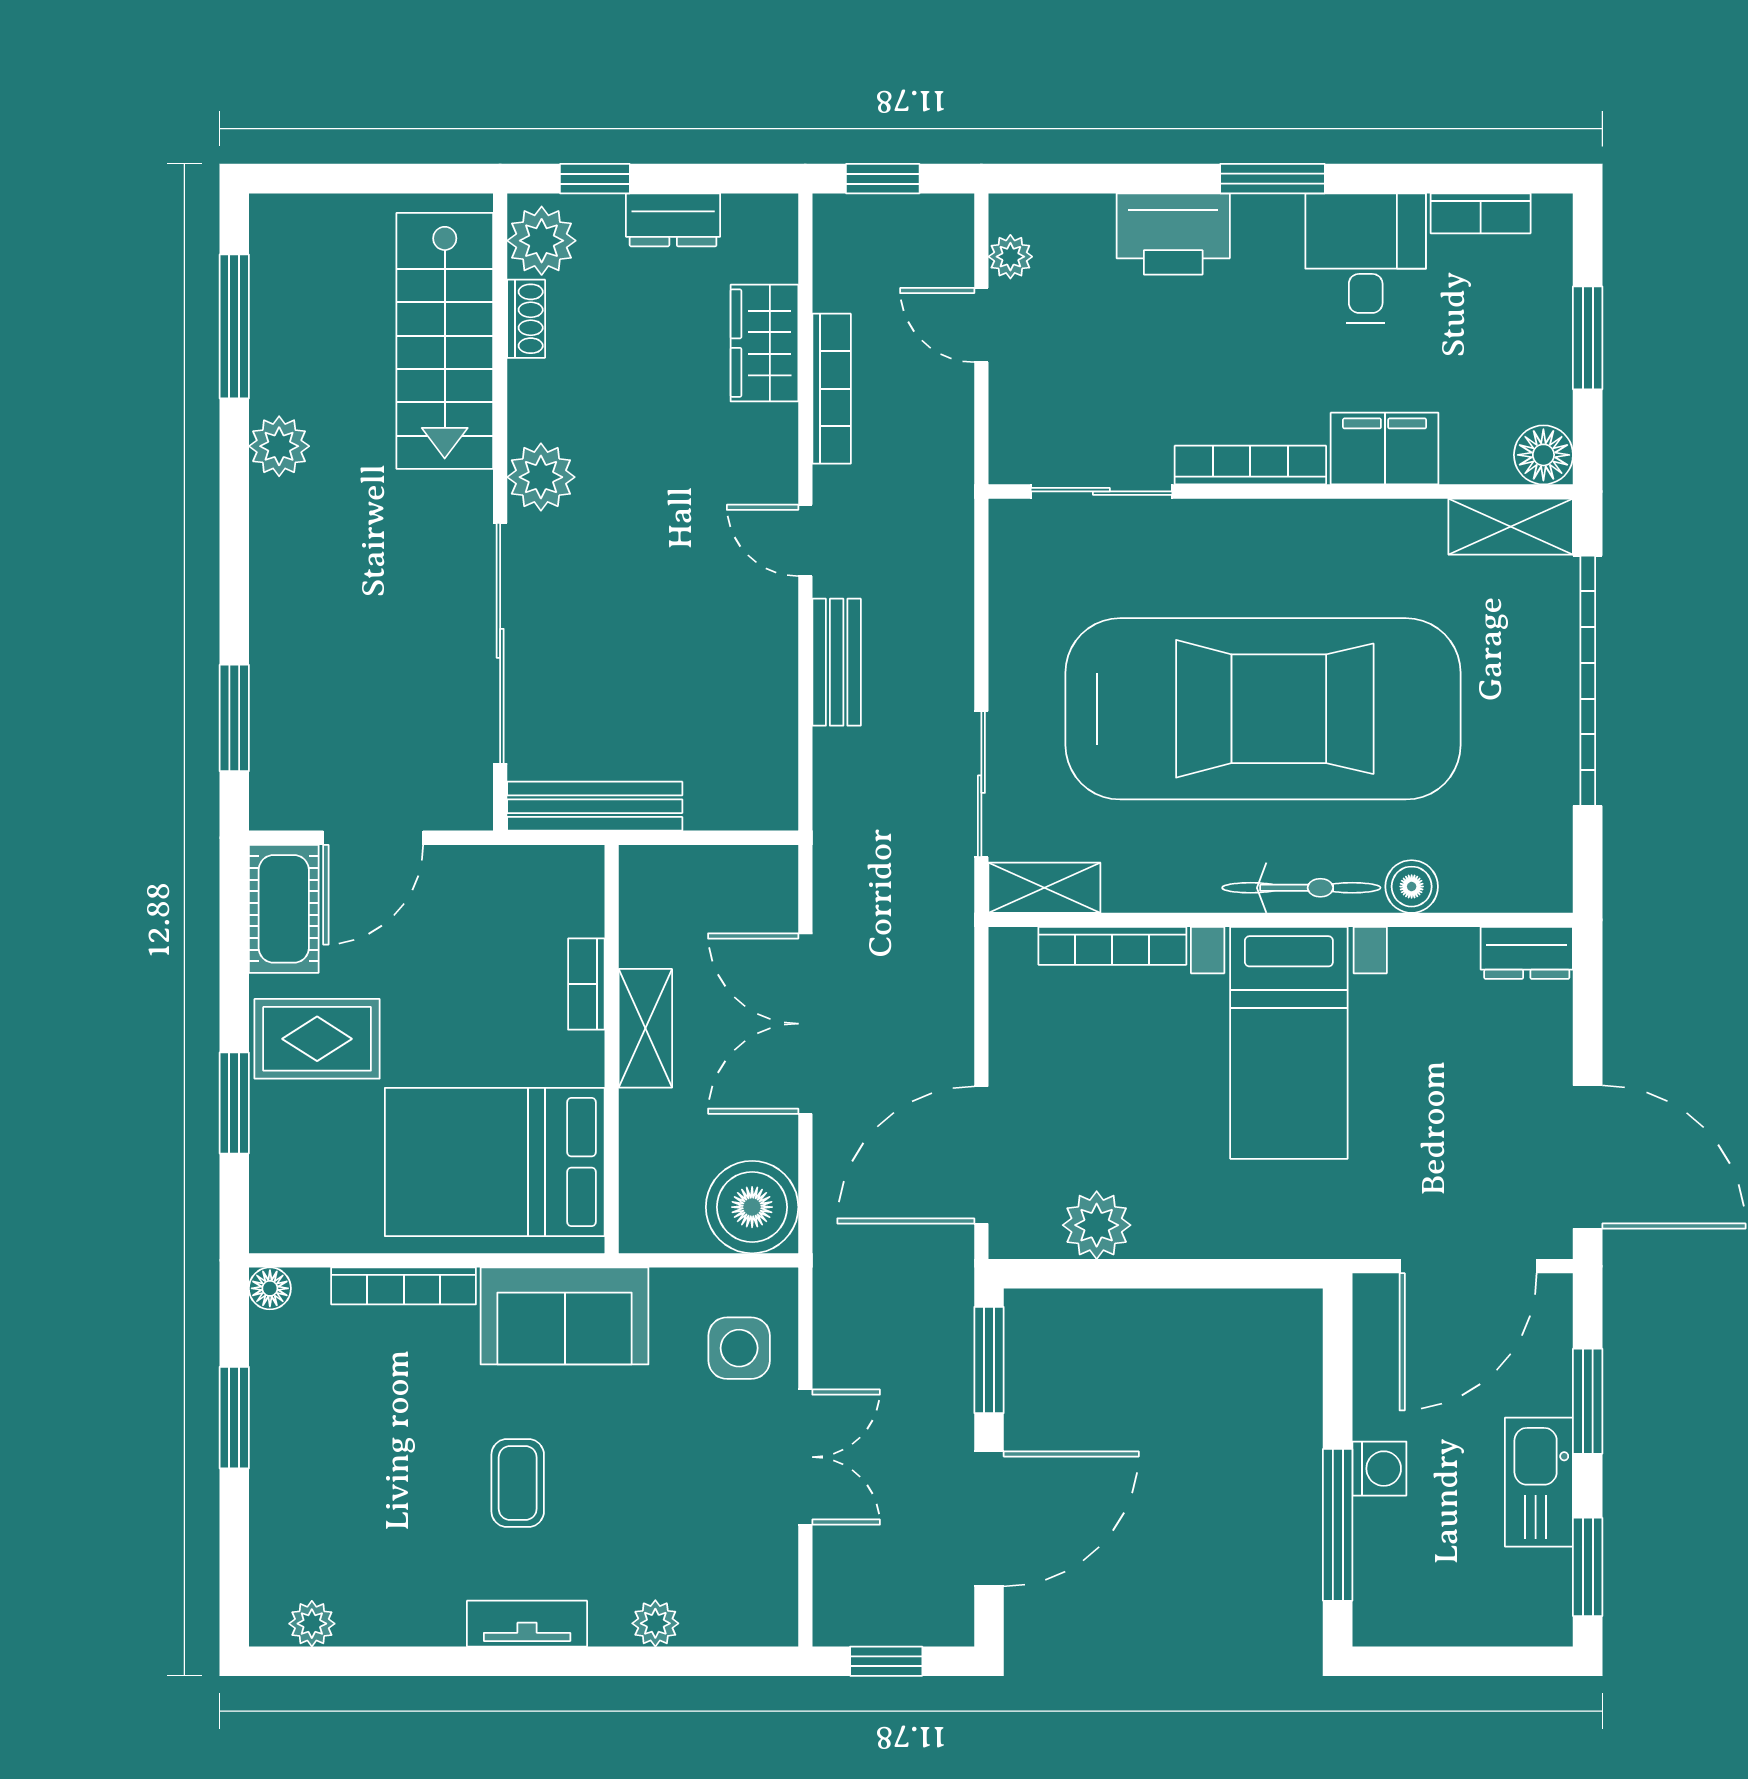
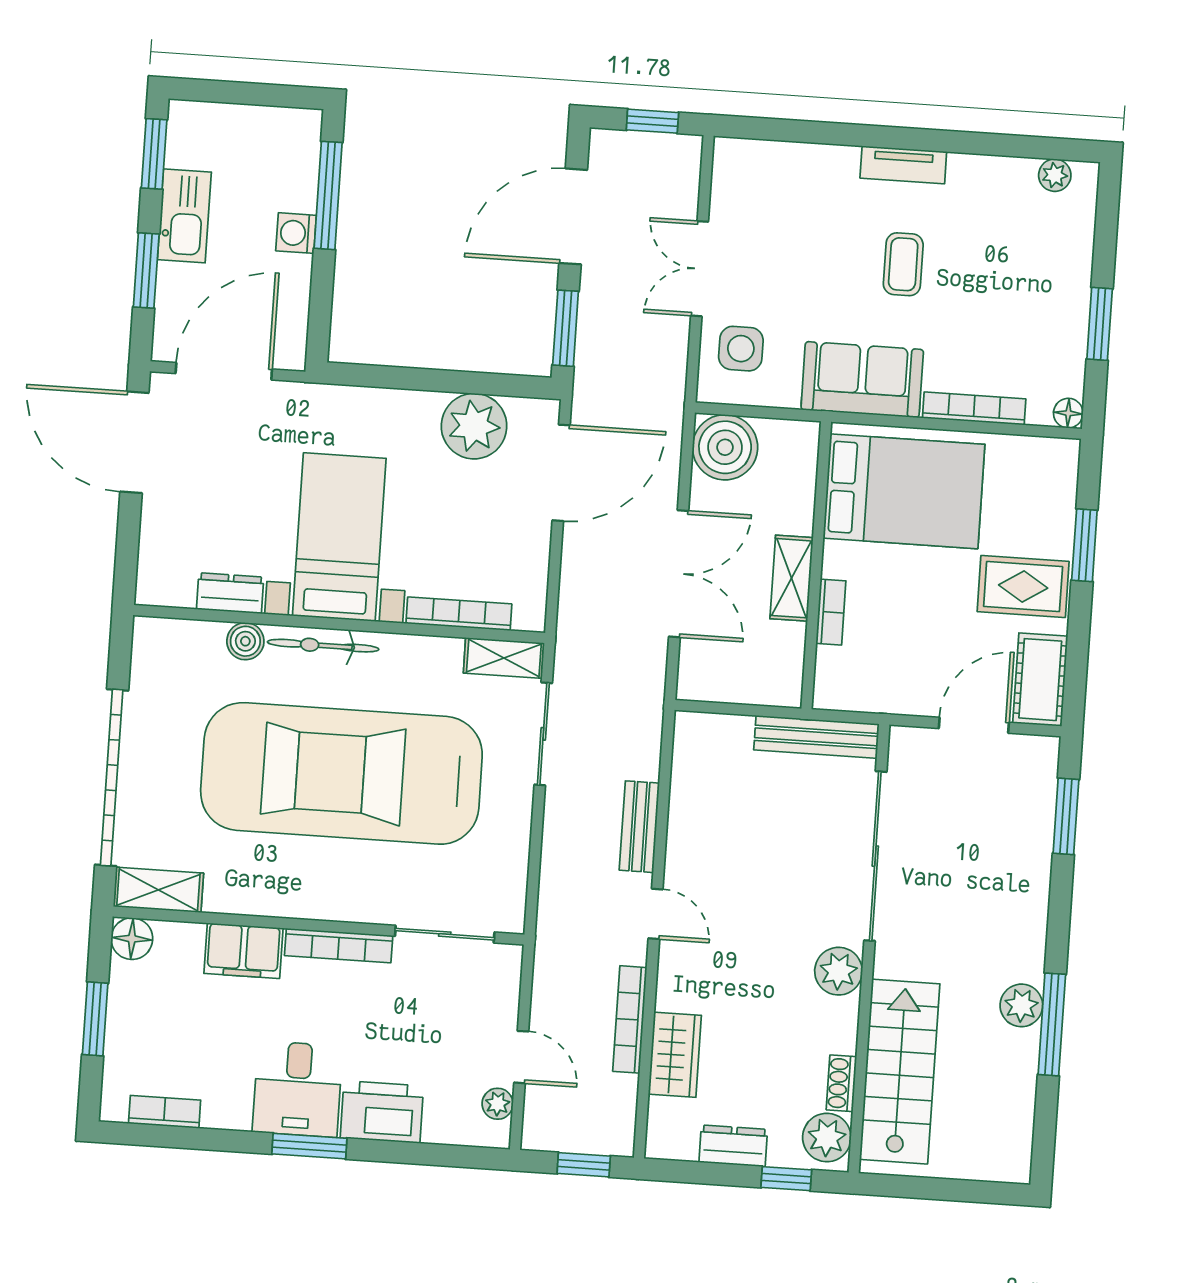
desk: (1366, 258) -> (298, 1089), moved
window: (234, 326) -> (1052, 1024), moved
dresser: (1527, 953) -> (230, 593), moved
plant: (1097, 1225) -> (474, 426), width x1.36, depth x1.36
plant: (655, 1623) -> (813, 159), removed

